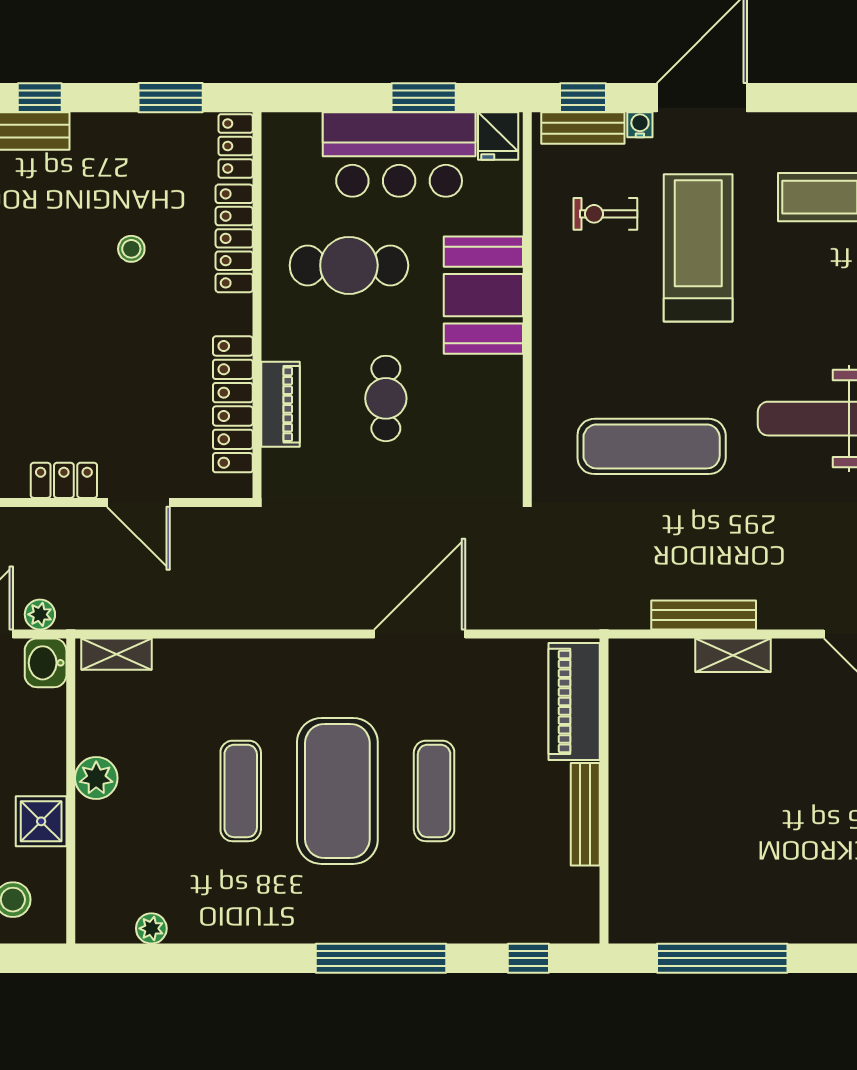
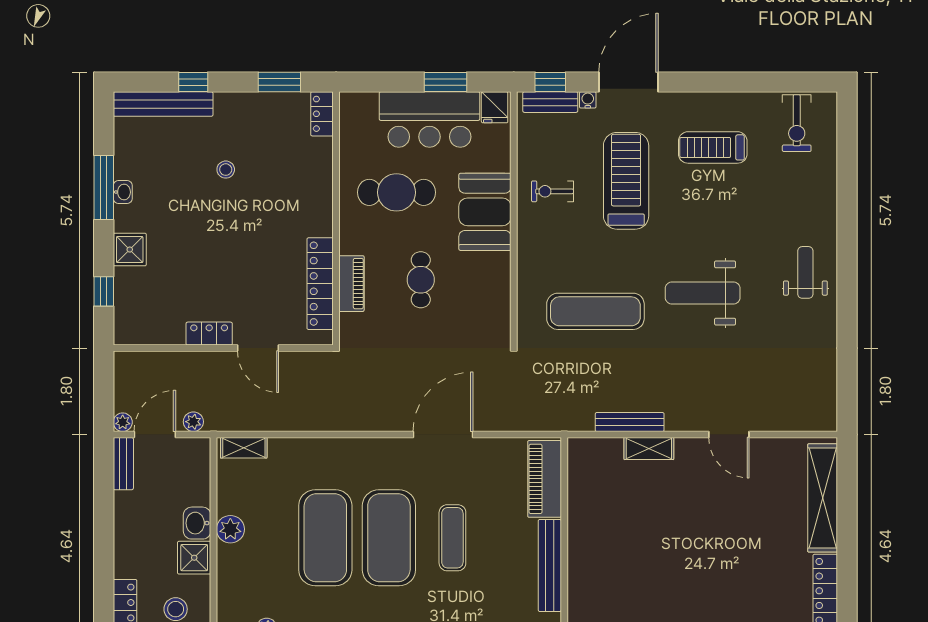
exercise bike: (605, 214) -> (552, 191), moved
locker: (234, 238) -> (321, 175), removed
stool: (131, 249) -> (226, 170), moved
washbasin: (46, 663) -> (197, 523), moved
exercise mat: (241, 791) -> (325, 538), width x2.00, depth x1.45
bench: (585, 814) -> (550, 565), width x1.37, depth x1.21

